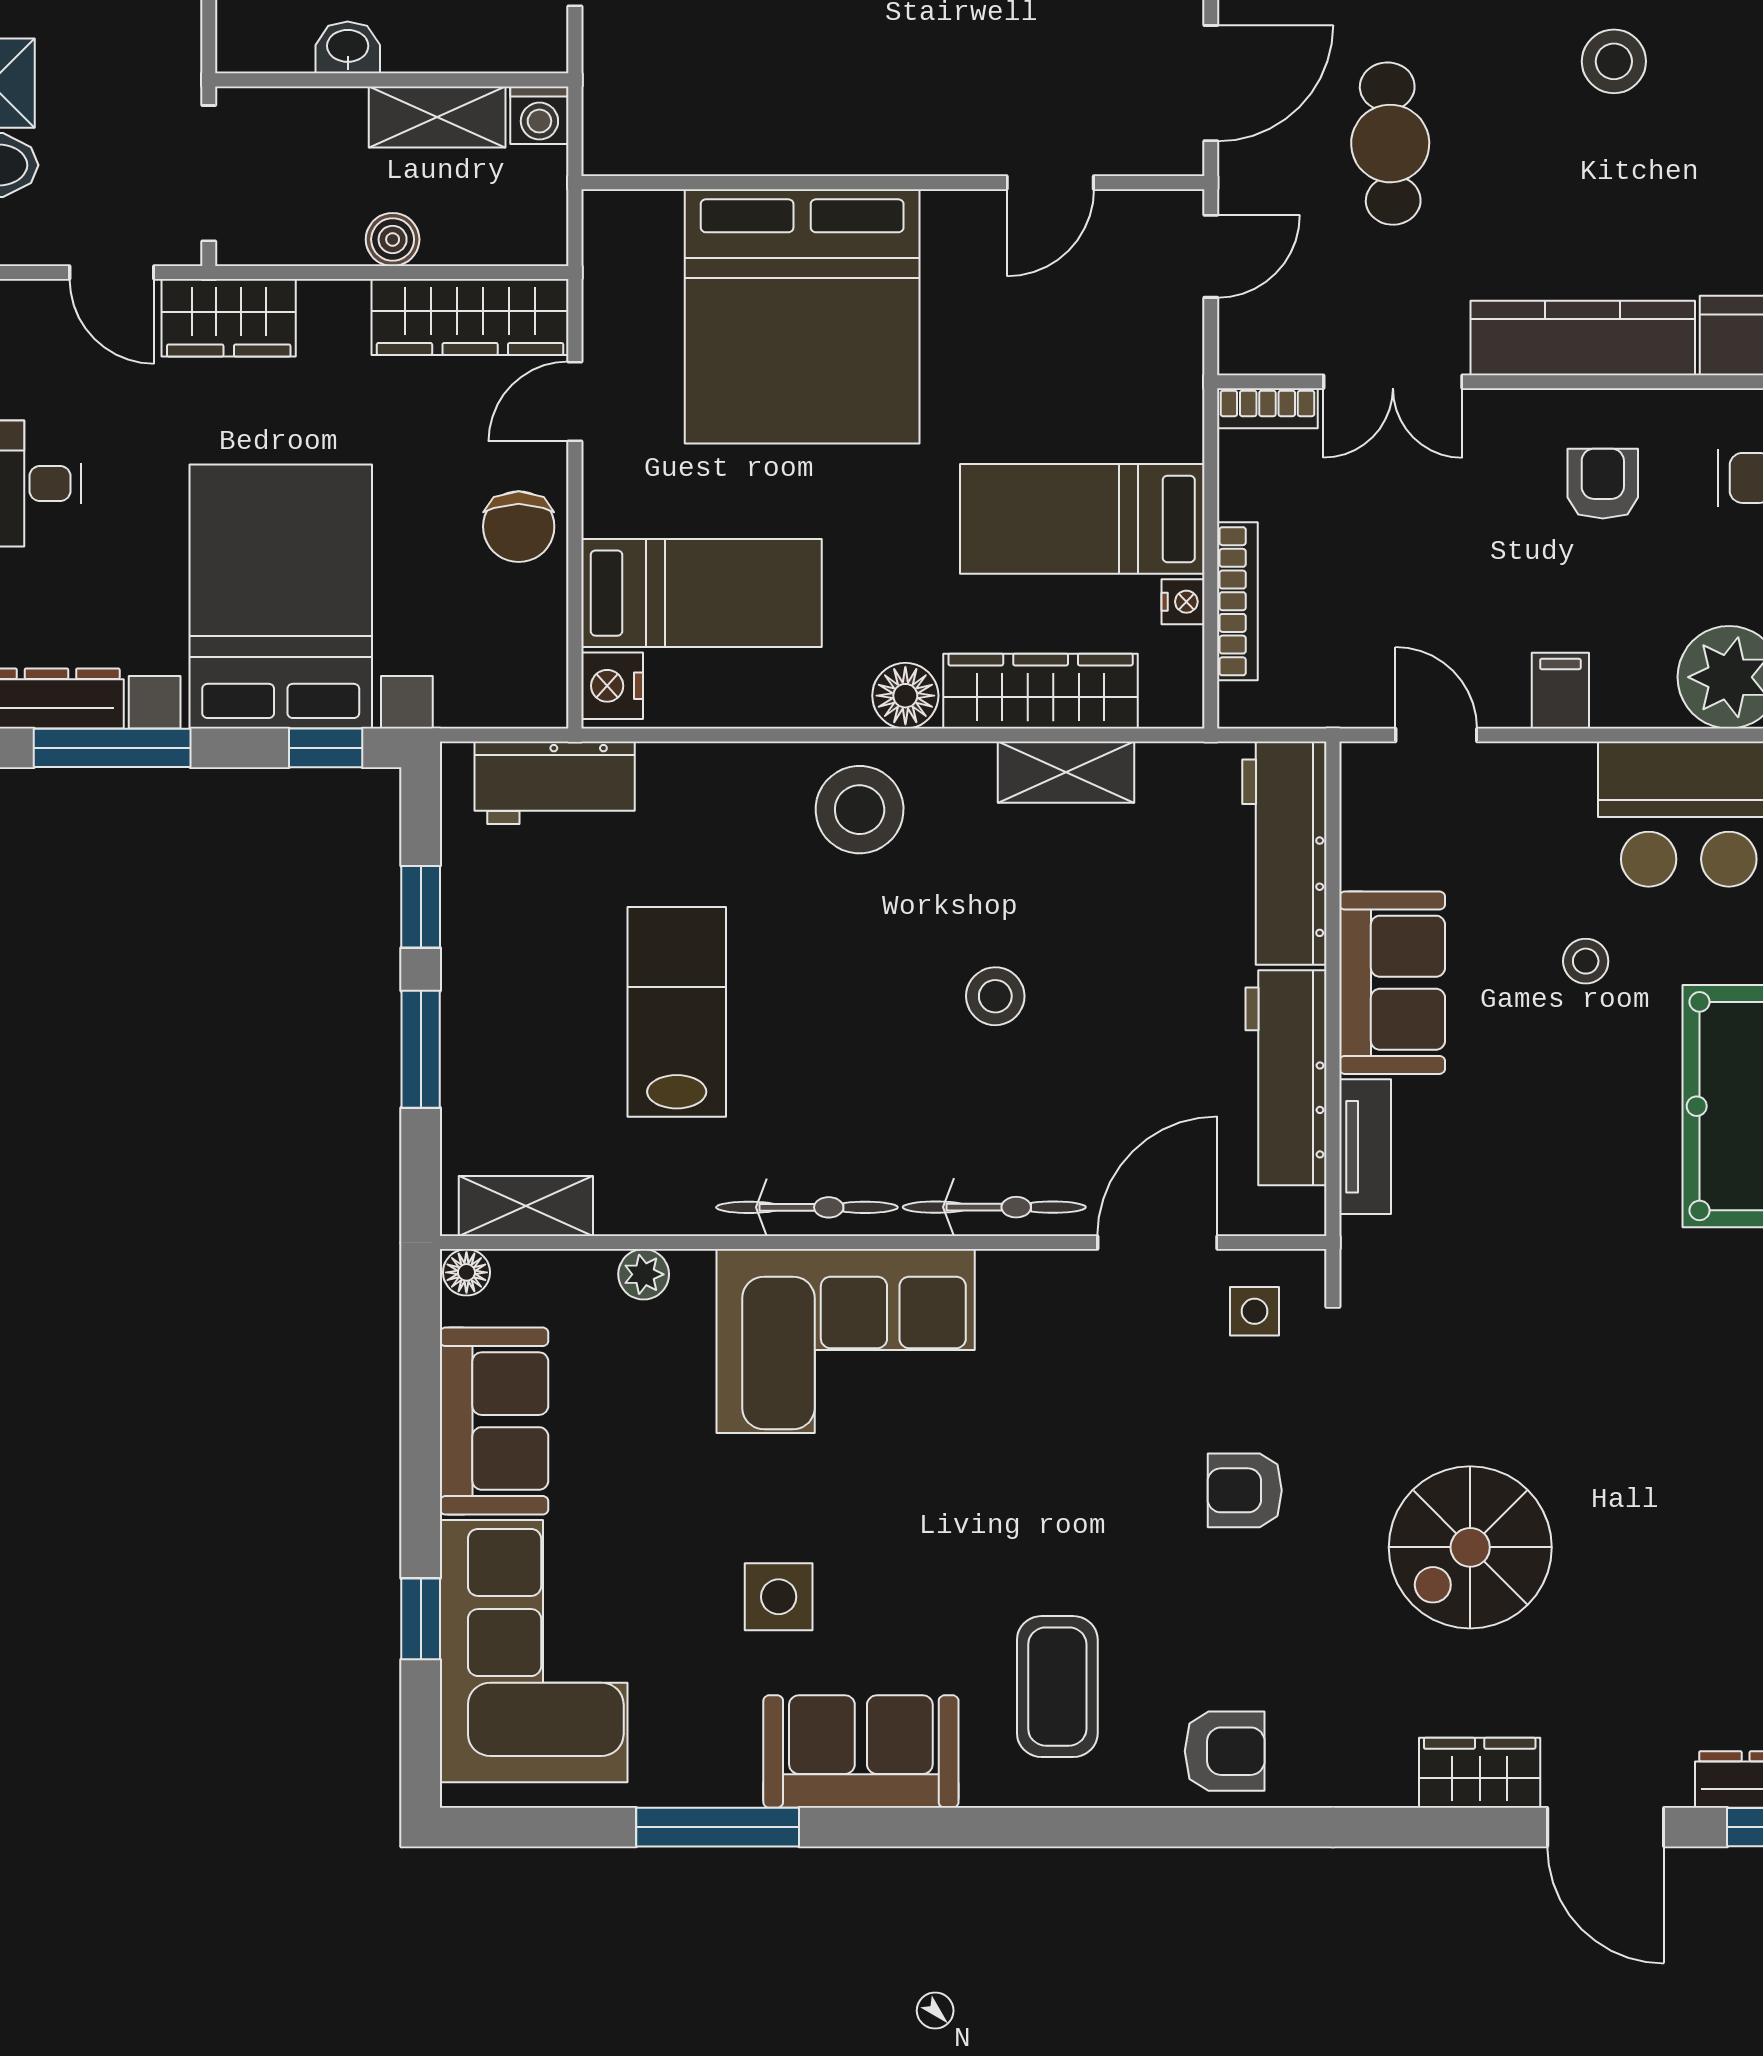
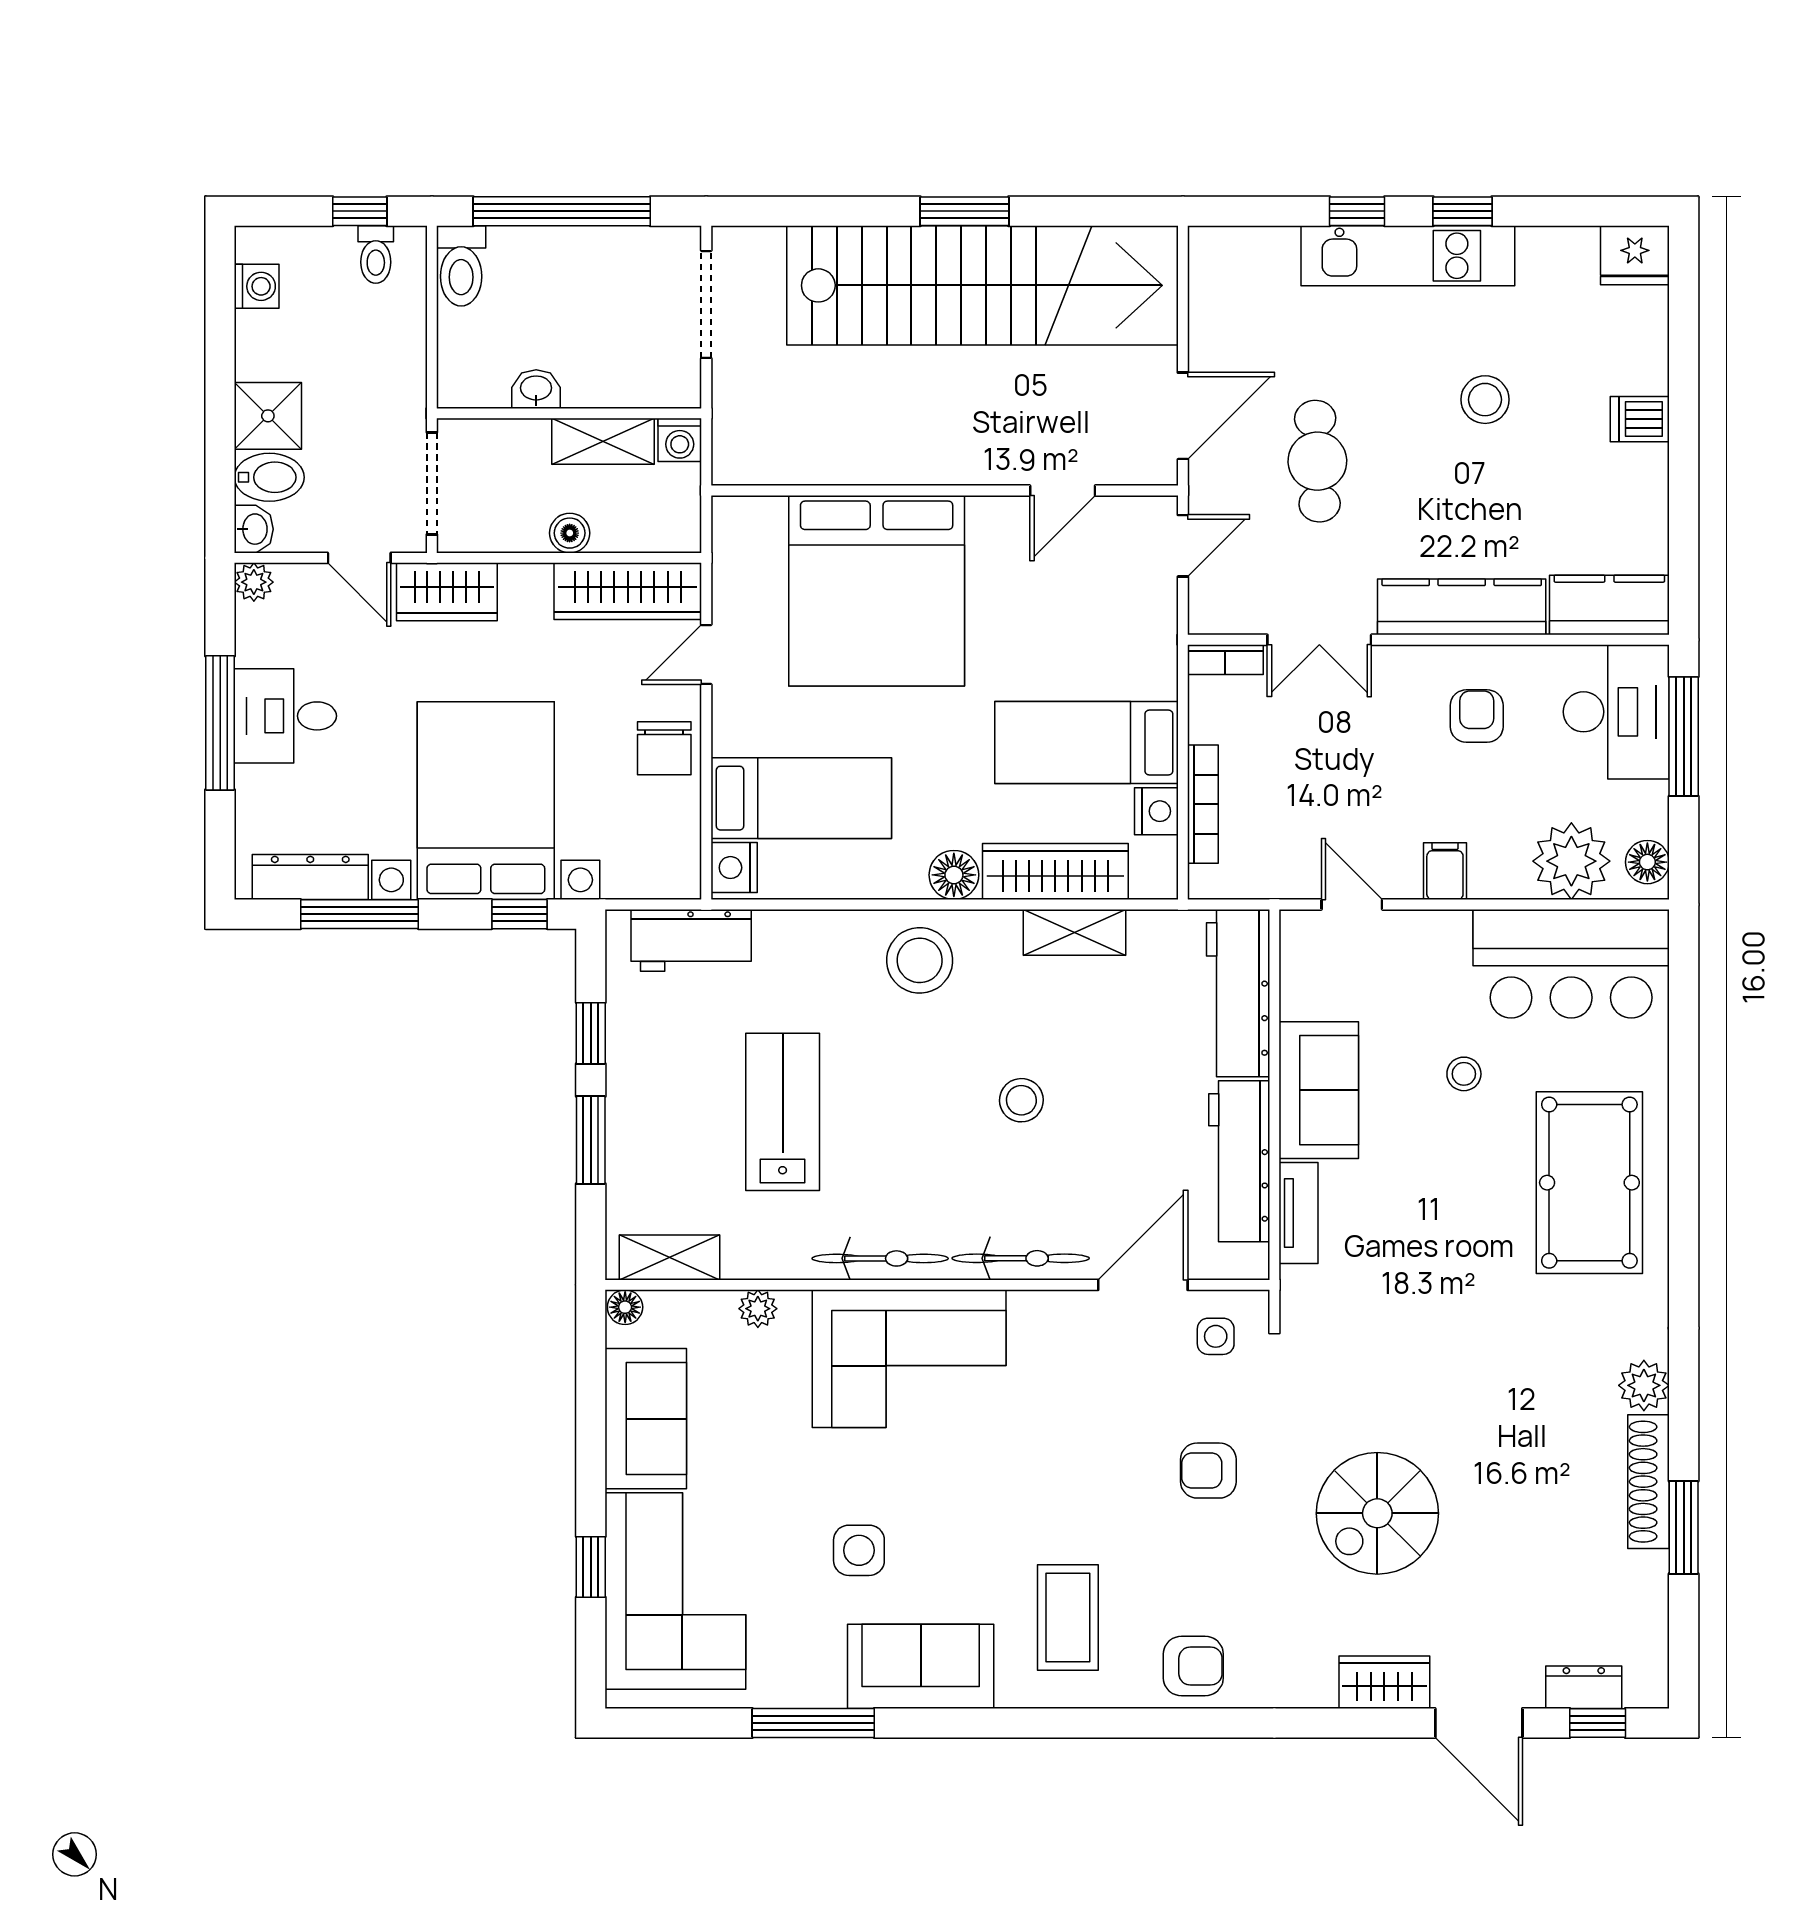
nightstand: (1183, 602) -> (1156, 811), width x1.39, depth x1.35

